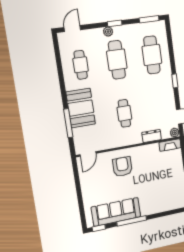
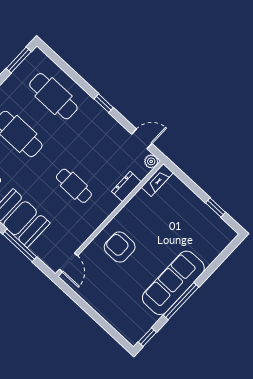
sofa: (116, 212) -> (173, 283), moved

